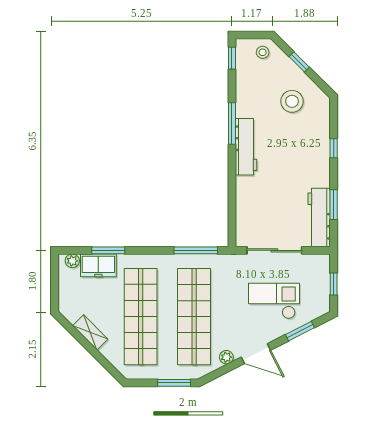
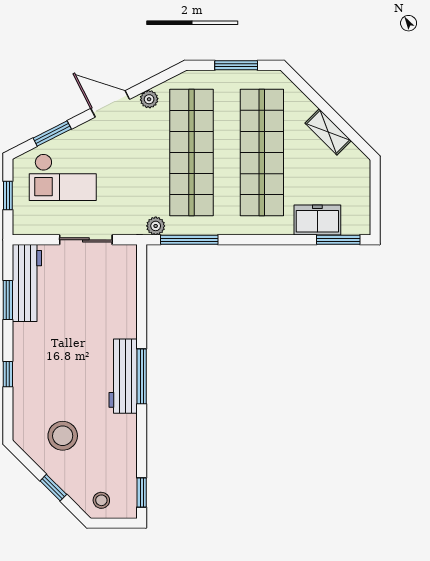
window: (232, 123) -> (142, 376), moved
window: (108, 250) -> (338, 240), moved
sliding door: (274, 250) -> (86, 240), width x0.73
plant: (72, 261) -> (156, 226), moved
checkout: (274, 301) -> (63, 177), moved
window: (174, 383) -> (236, 65), moved

